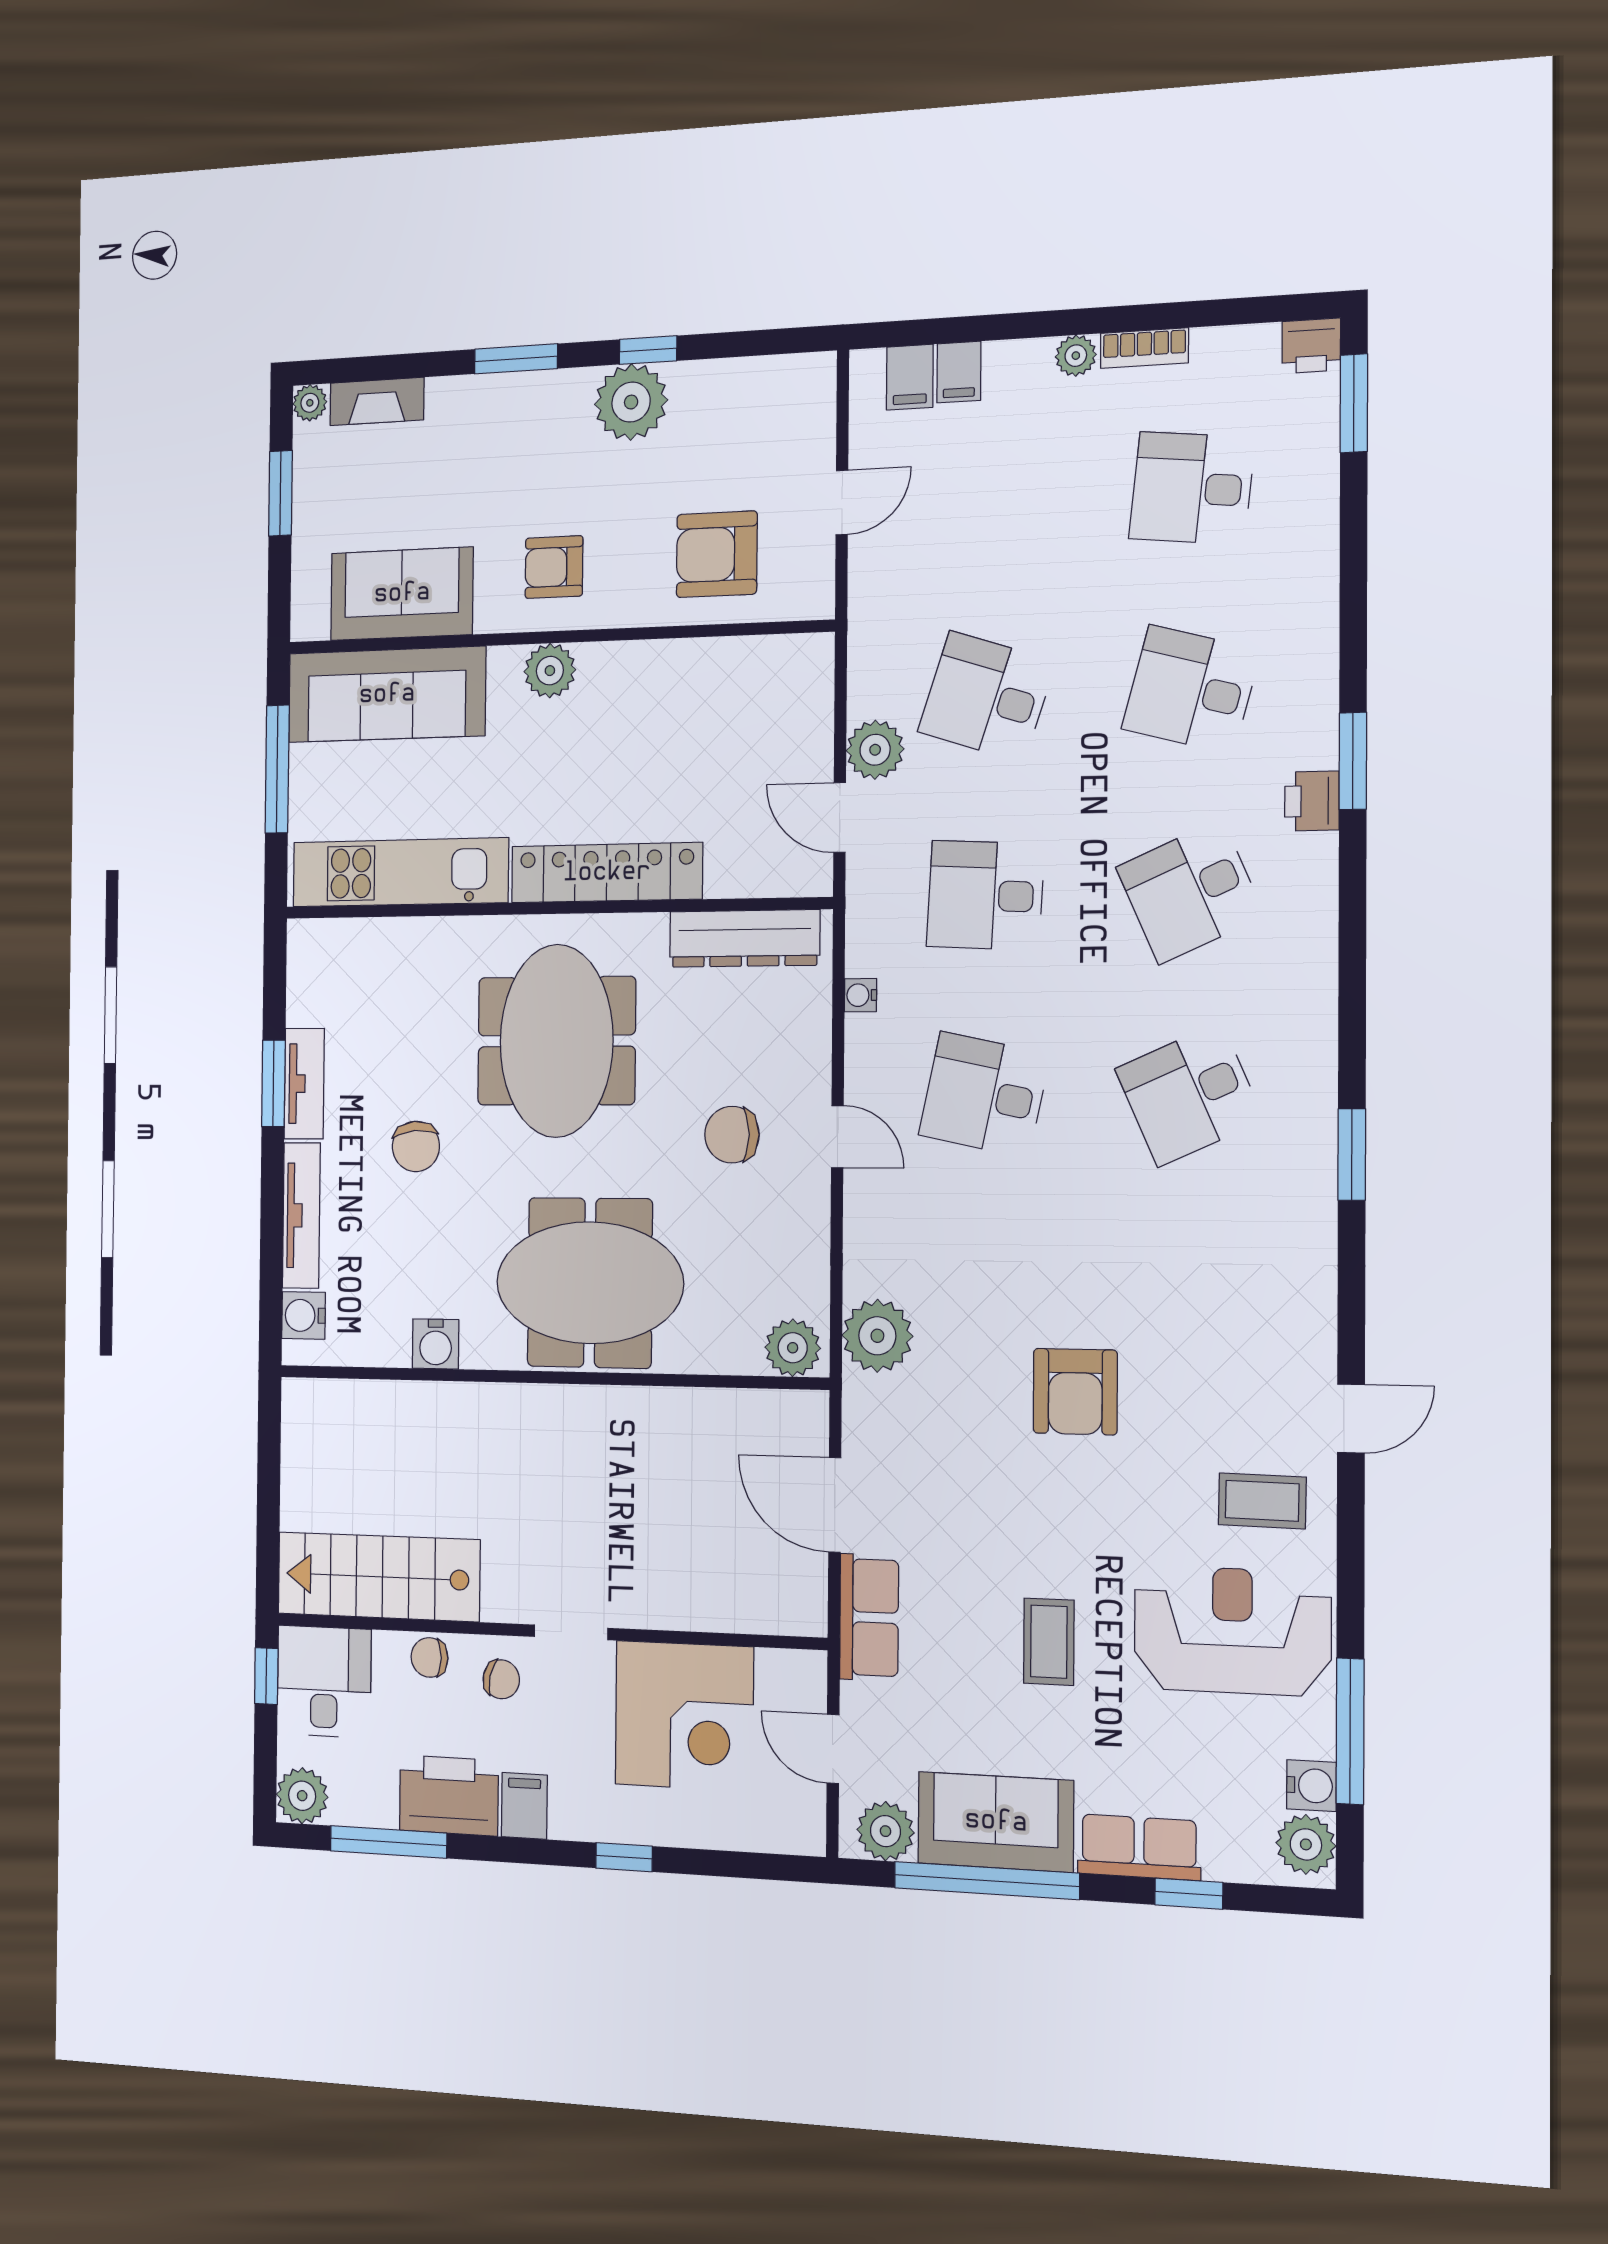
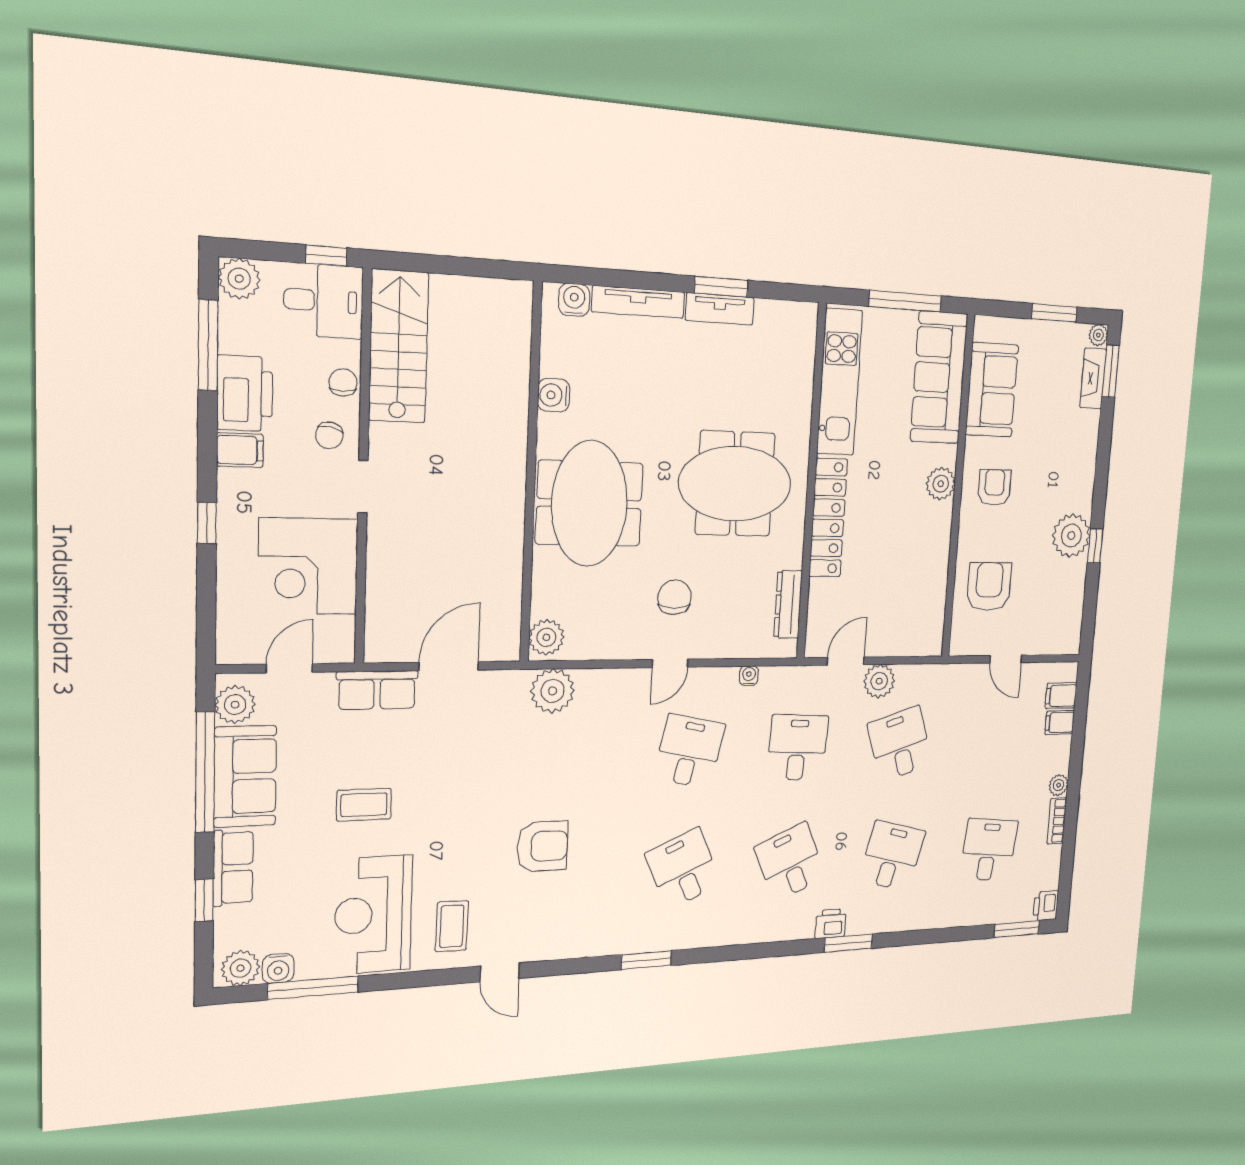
window: (516, 359) -> (1111, 371), moved
desk: (987, 697) -> (900, 744), turned -36
dresser: (745, 938) -> (788, 604), width x0.73, depth x0.80
chair: (416, 1146) -> (678, 386), removed
armchair: (1075, 1392) -> (542, 846), moved, turned 180
reception desk: (1232, 1631) -> (373, 915), turned 180

